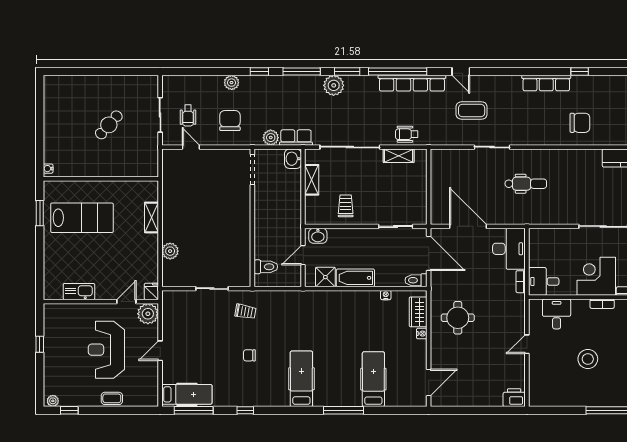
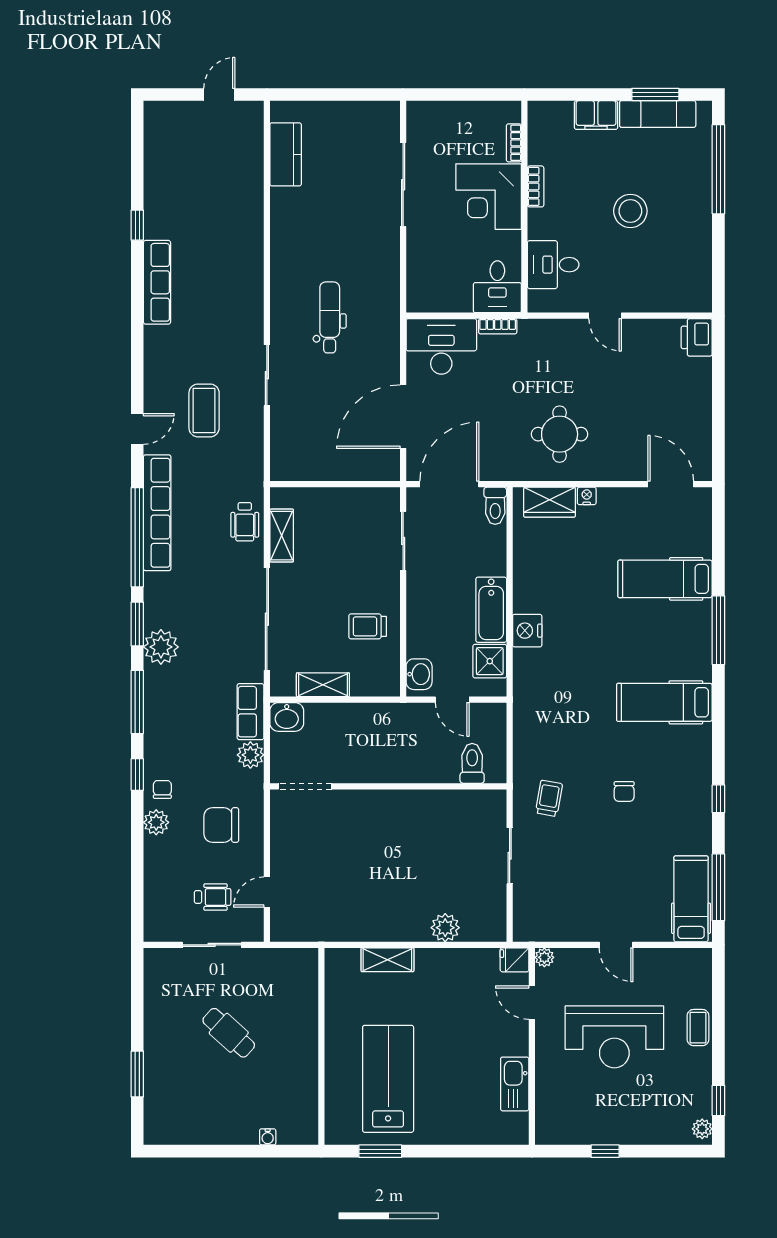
window: (85, 72) -> (137, 1074), added
chair: (580, 123) -> (162, 789), moved, width x0.54, depth x0.54
water cooler: (48, 169) -> (268, 1137), moved
nightstand: (386, 295) -> (527, 631), moved, width x1.89, depth x1.79
plant: (148, 314) -> (544, 957), width x0.53, depth x0.53

